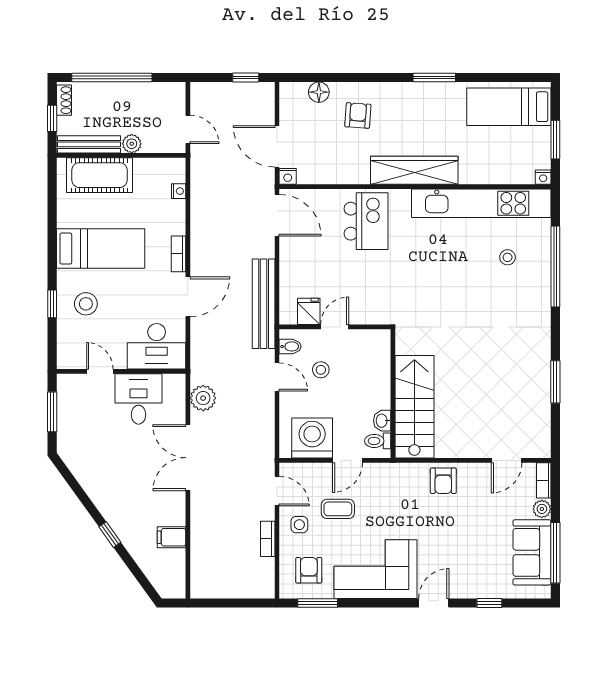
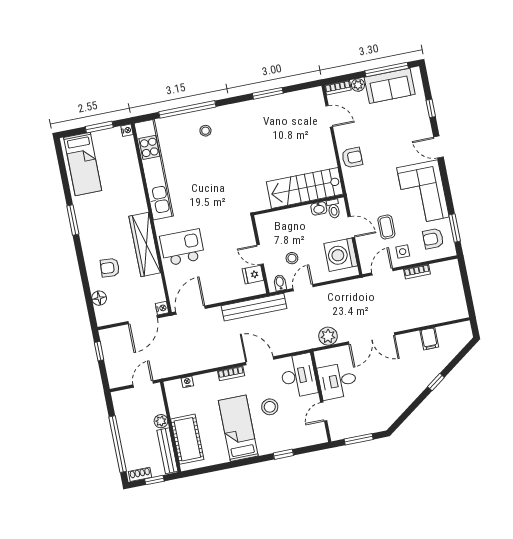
wardrobe: (414, 170) -> (145, 244), moved
stool: (508, 257) -> (205, 131), moved
stool: (86, 304) -> (270, 407), moved

